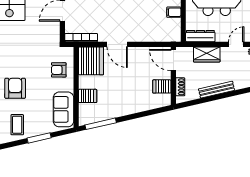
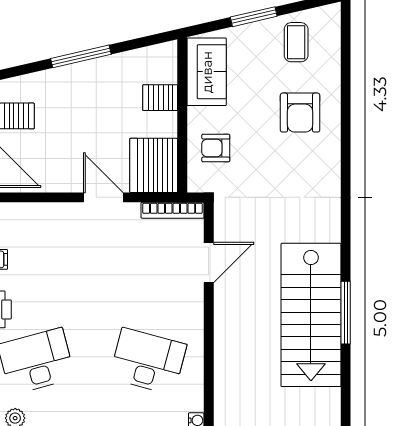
armchair: (59, 70) -> (216, 148), turned 180
window: (101, 124) -> (81, 56), moved

